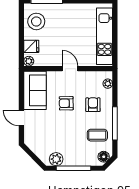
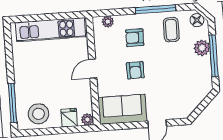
plant: (56, 159) -> (202, 48), moved

